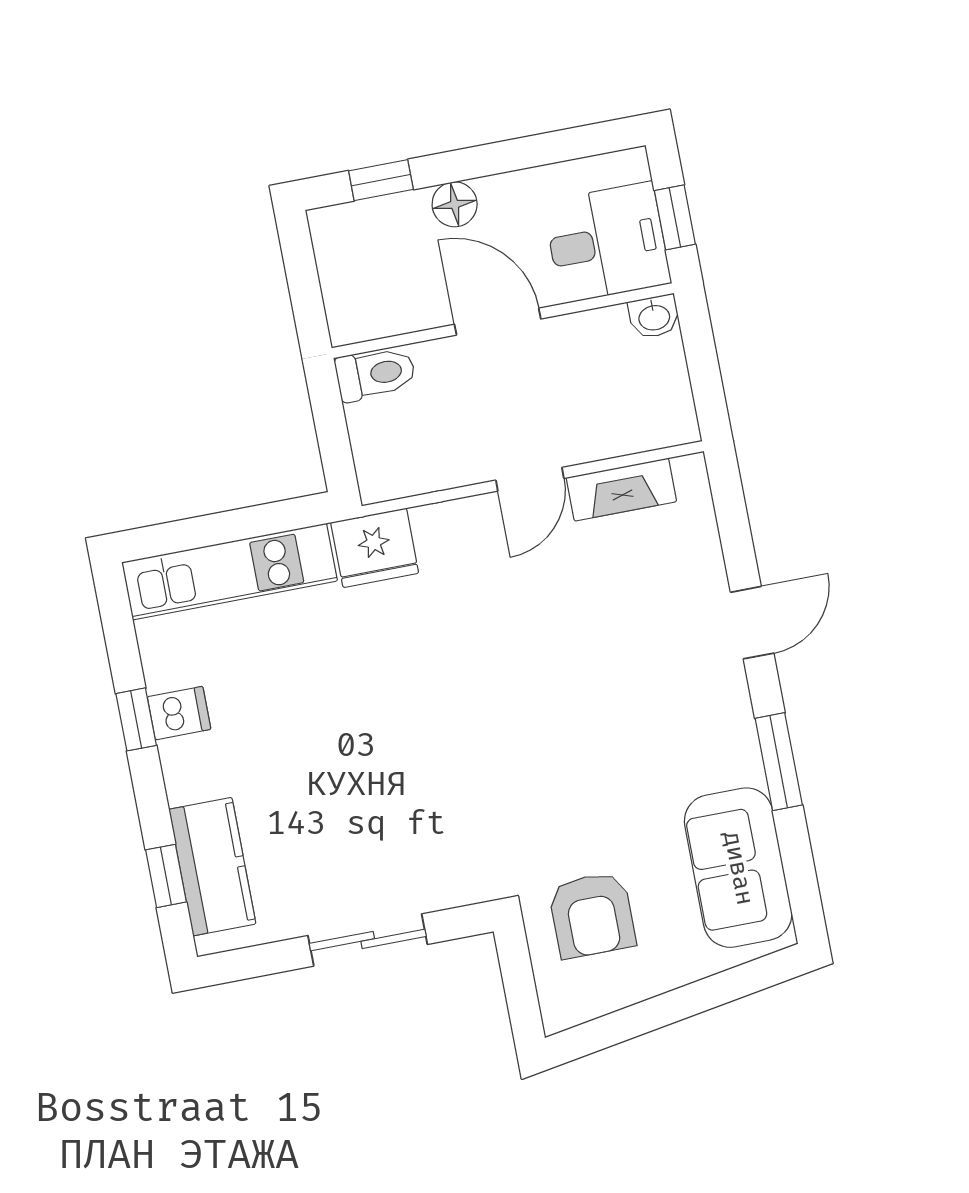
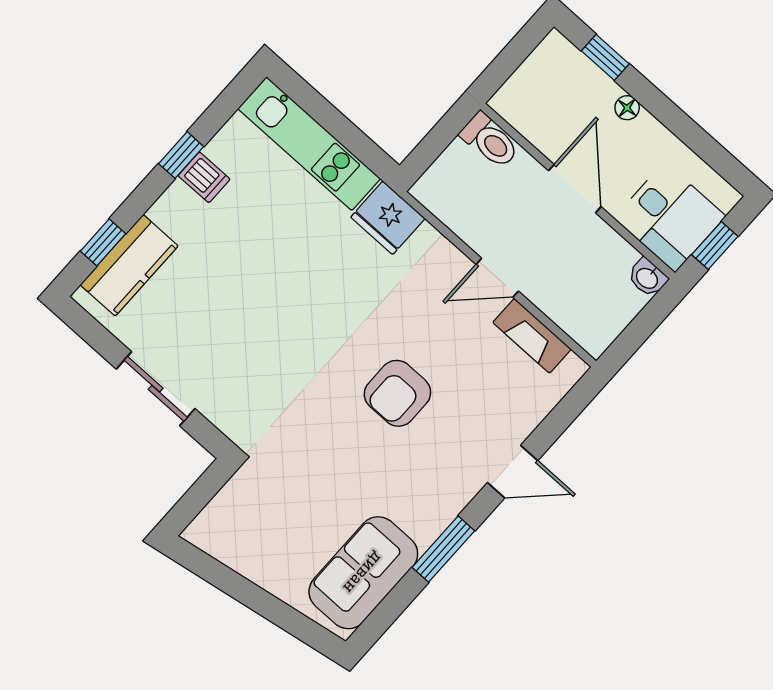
floor lamp: (455, 204) -> (627, 108), width x0.73, depth x0.73
armchair: (592, 915) -> (397, 393), moved

